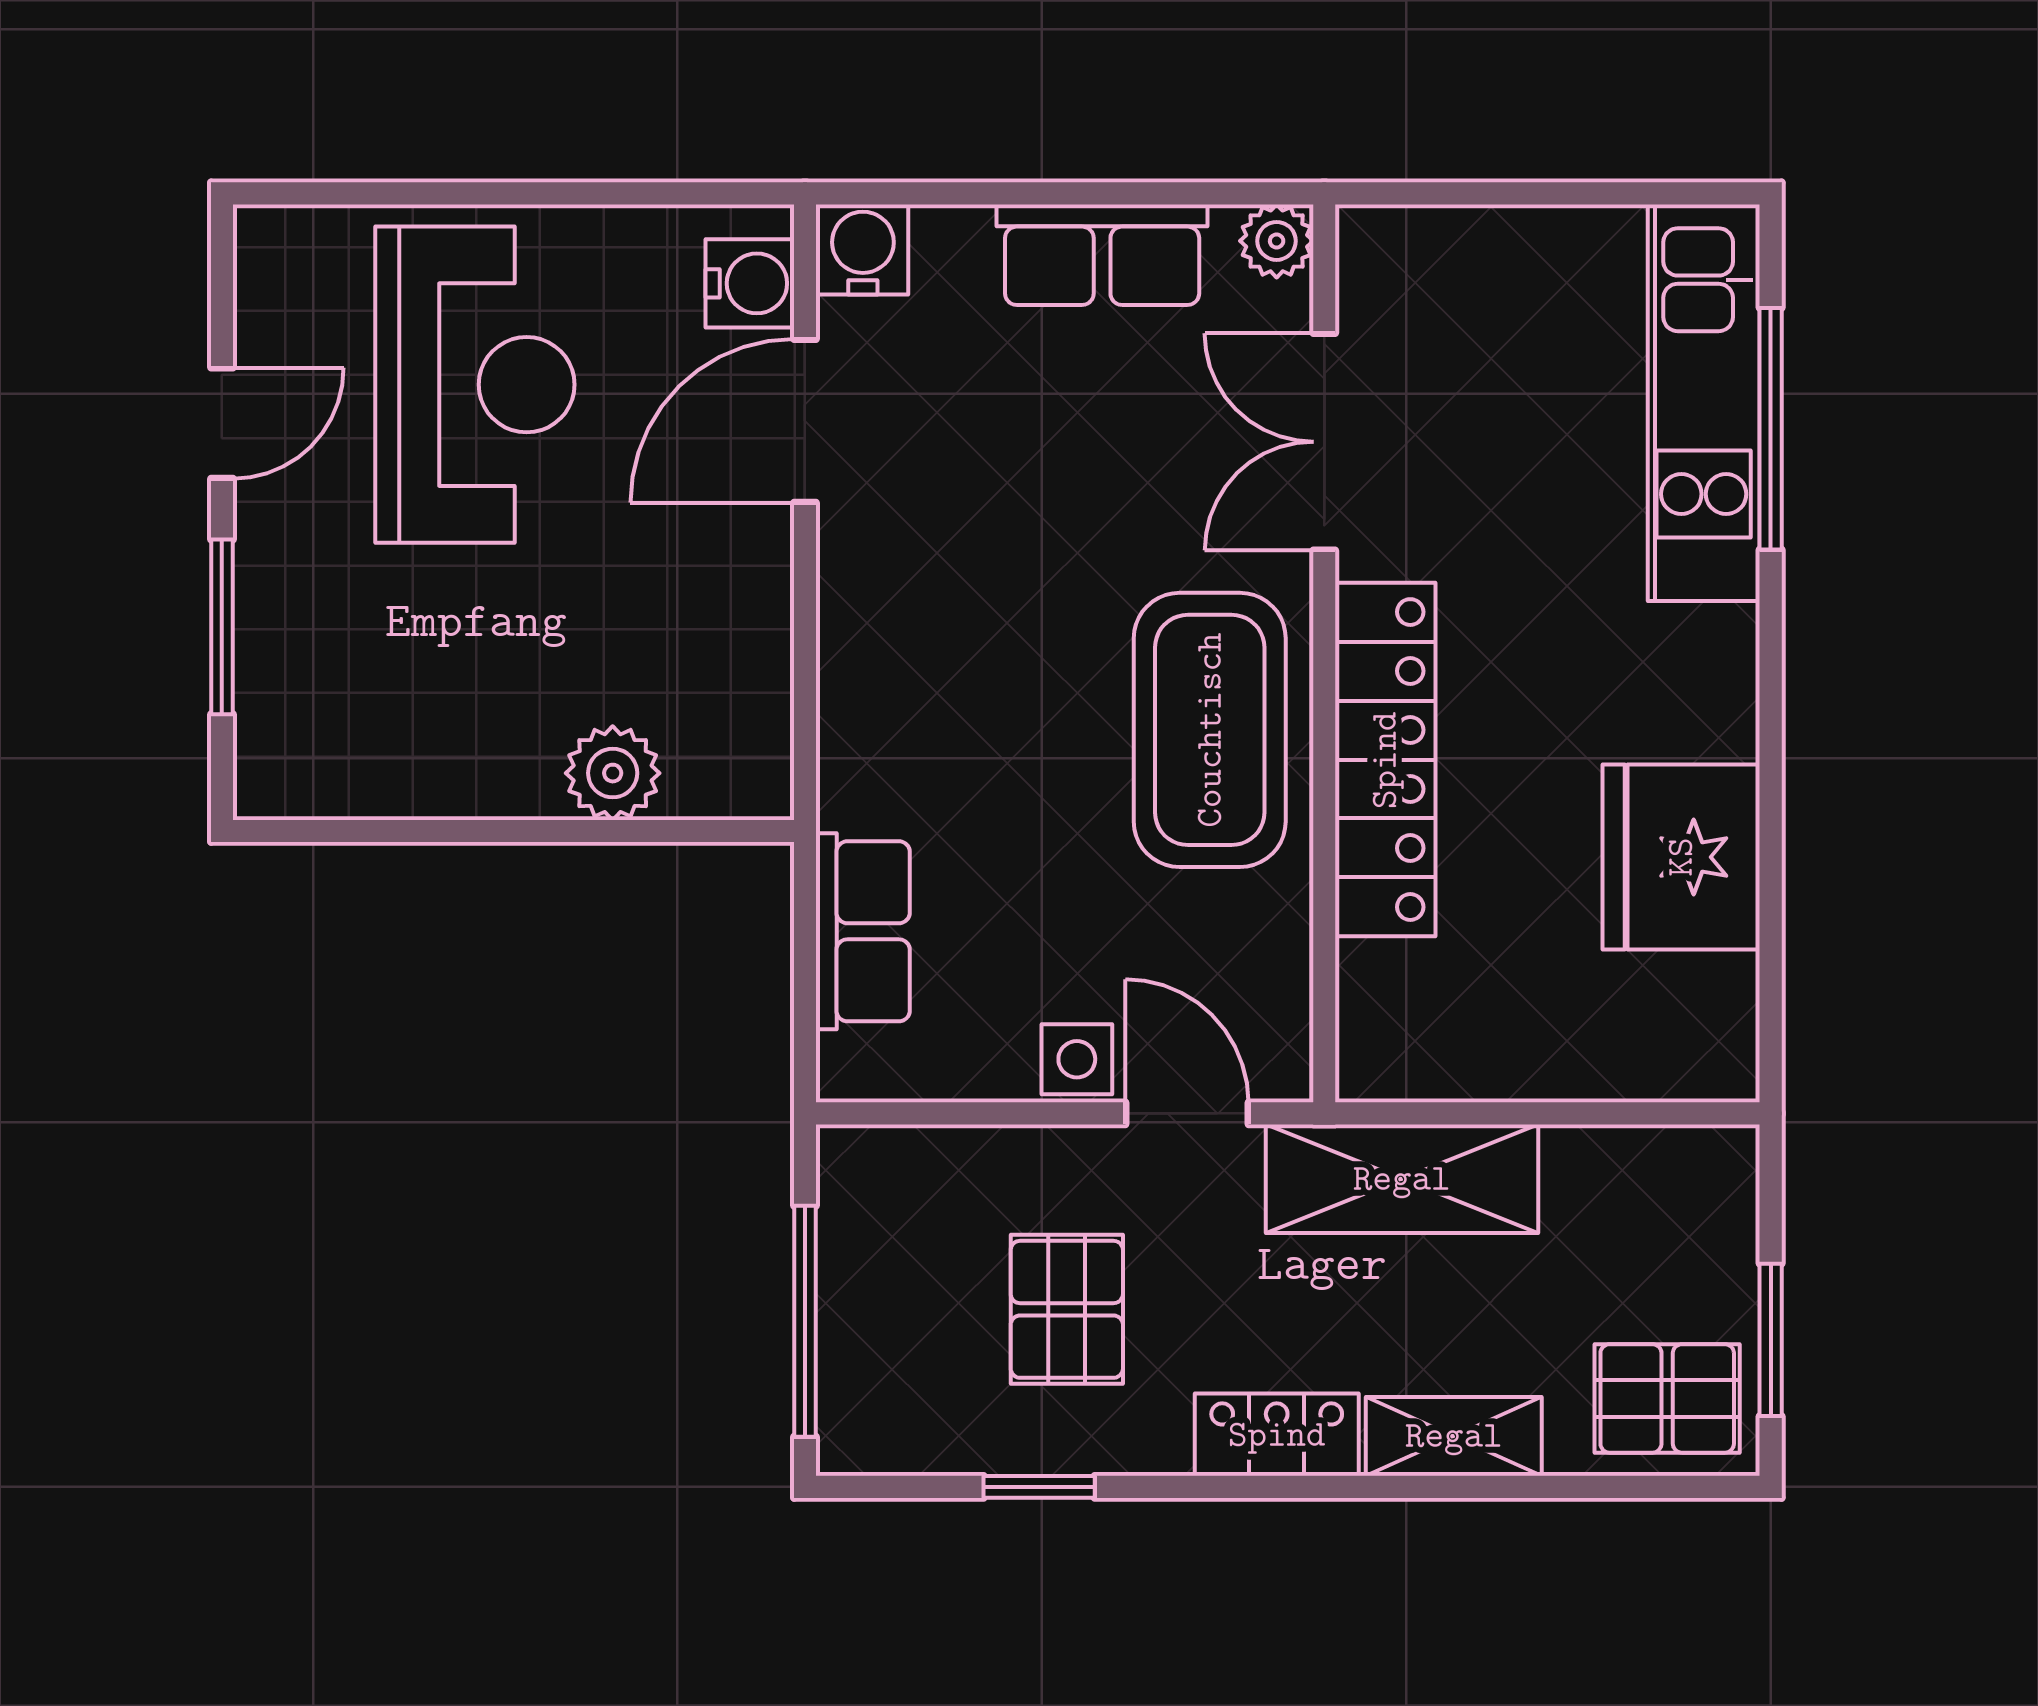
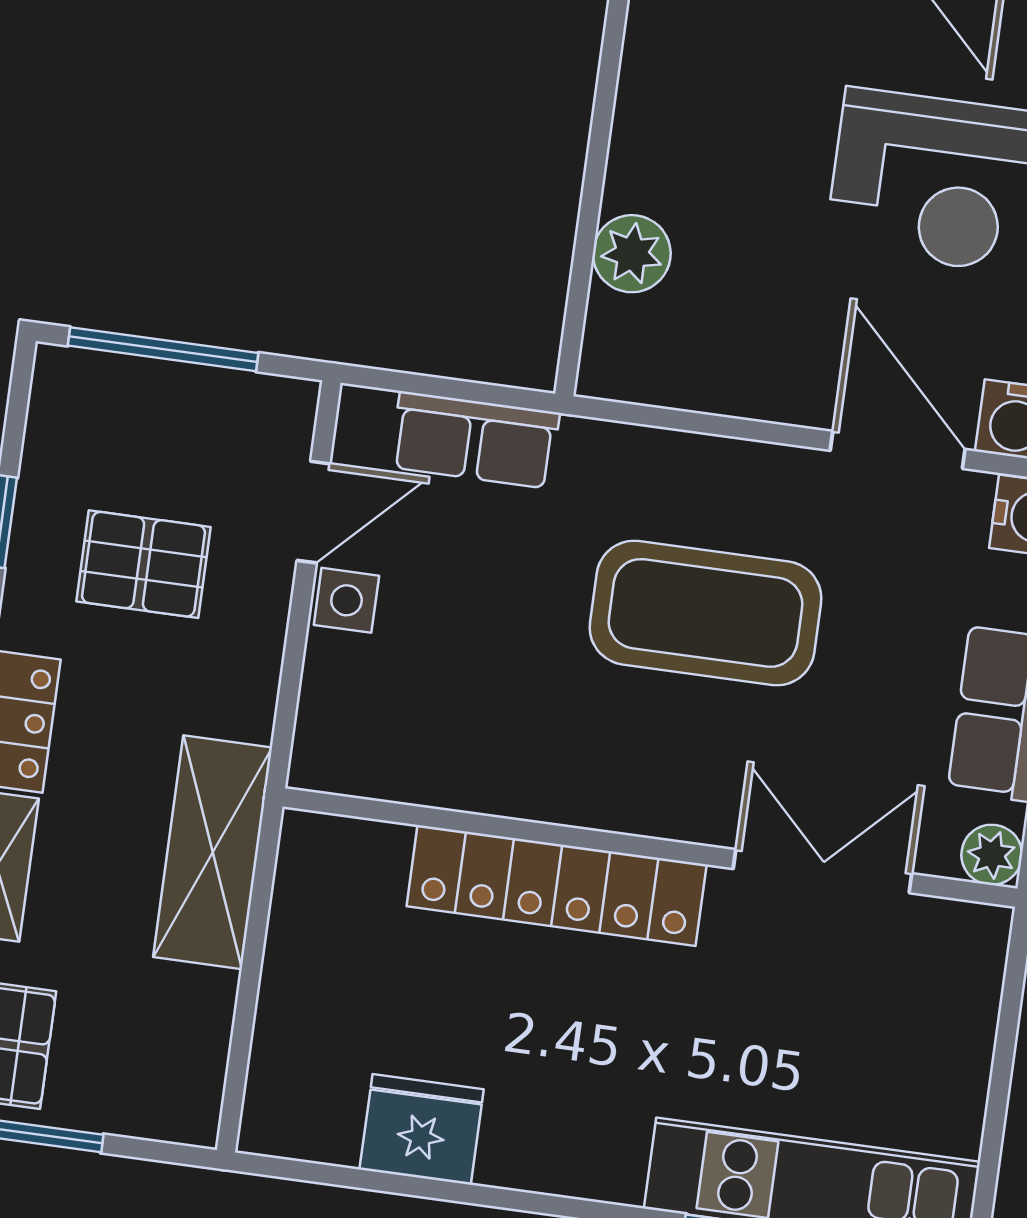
coffee table: (1210, 730) -> (706, 613), moved
fridge: (1681, 857) -> (422, 1129), width x0.73, depth x0.75
door: (1187, 1113) -> (314, 512), moved

